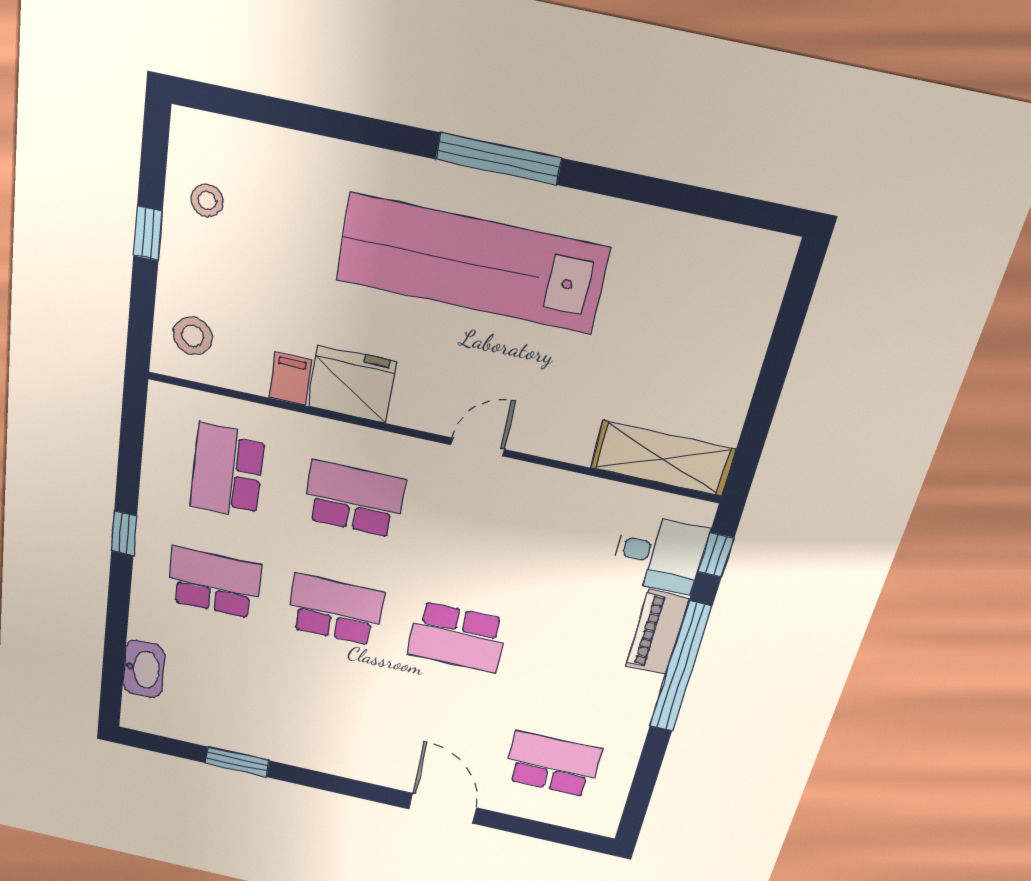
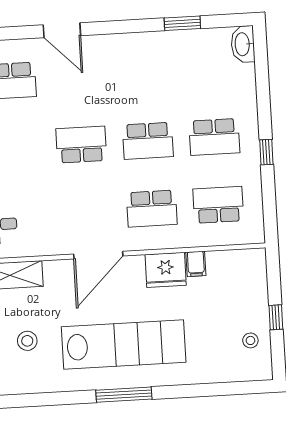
stool: (193, 336) -> (27, 341), moved
door: (478, 447) -> (98, 255), width x1.87
school desk: (227, 471) -> (218, 205), turned -90
washbasin: (144, 669) -> (243, 44), moved

